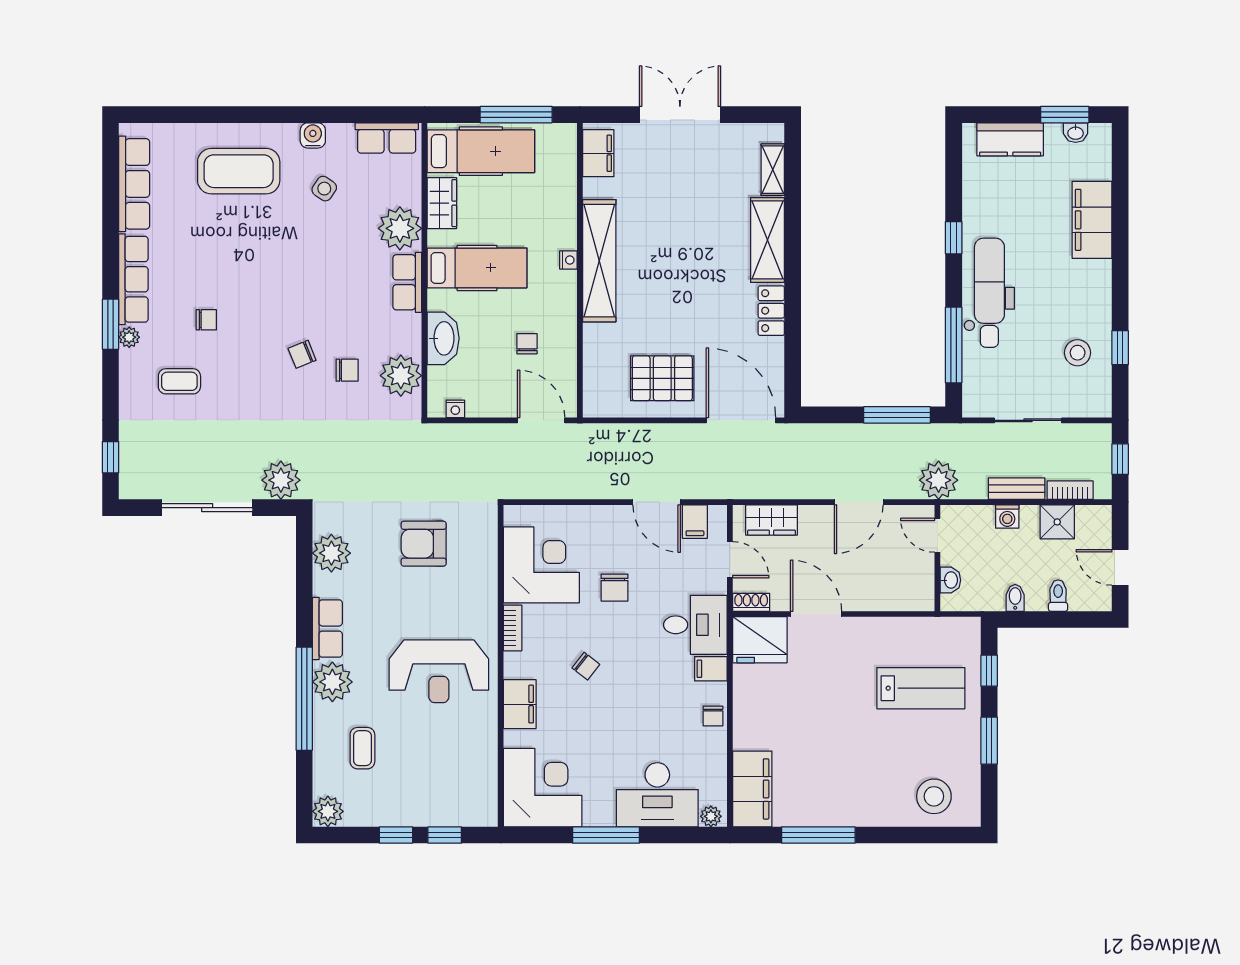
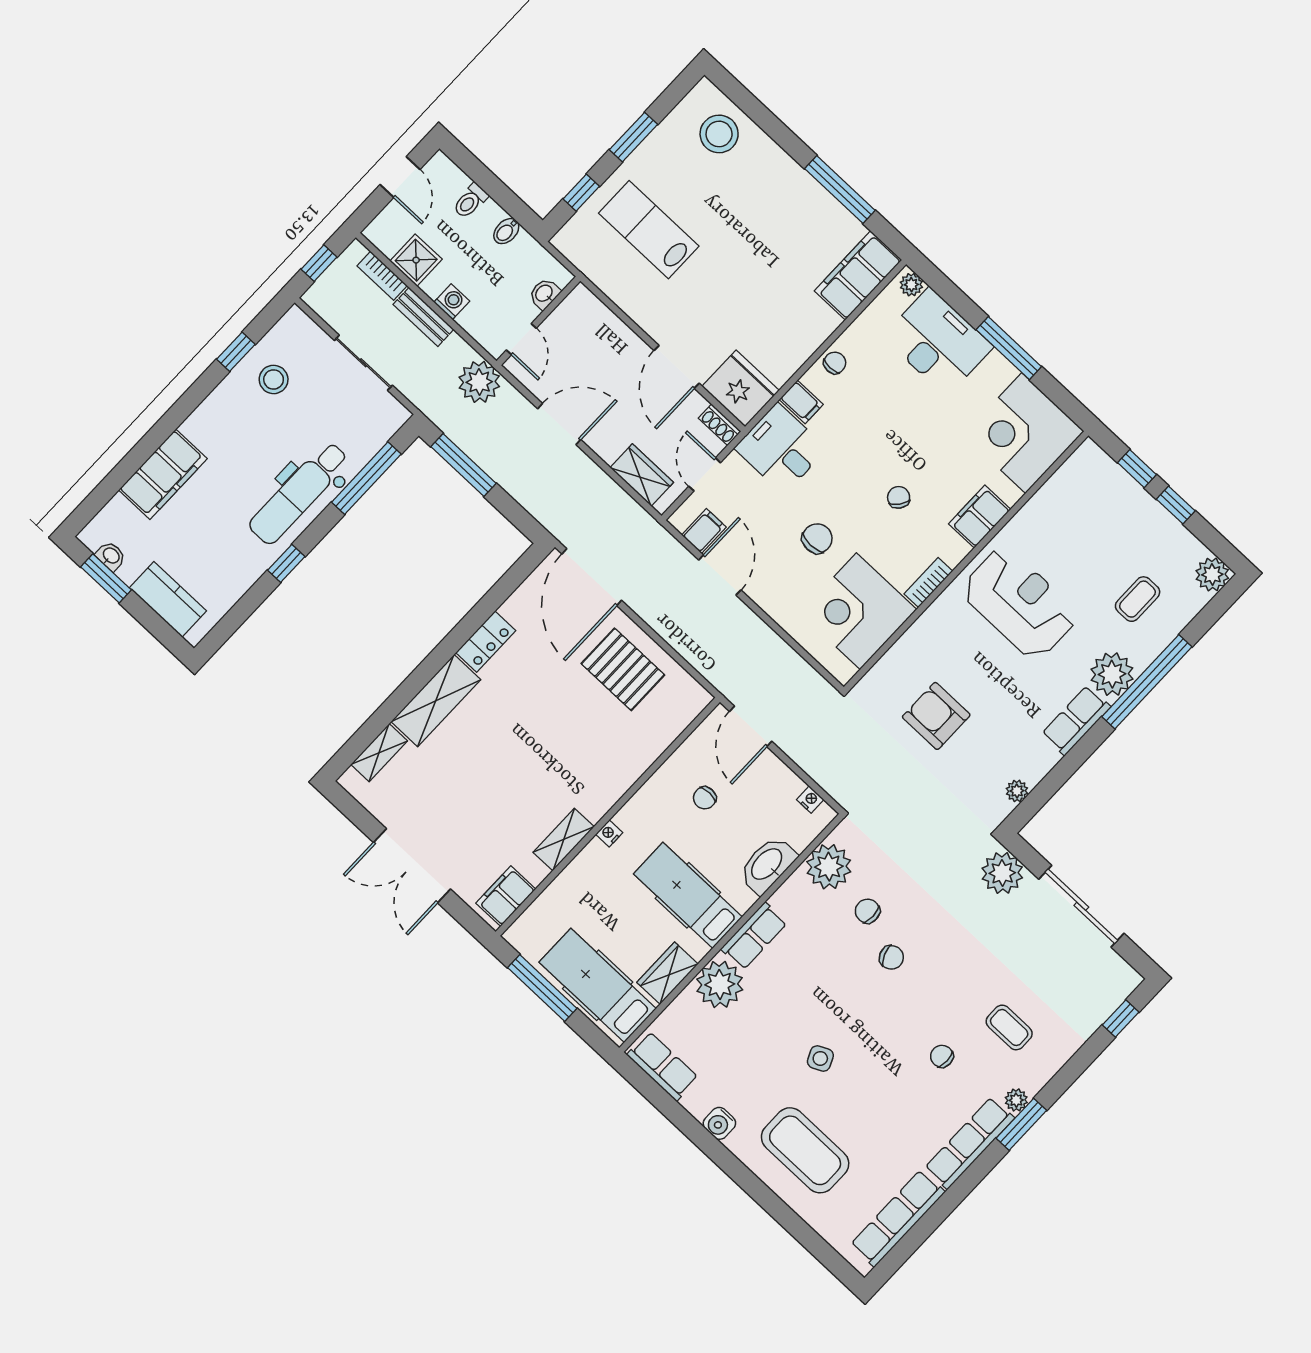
side table: (324, 189) -> (820, 1058), moved, turned 31
shelving: (599, 261) -> (564, 839), width x0.45, depth x0.75
armchair: (424, 544) -> (936, 716), turned 180
plant: (331, 553) -> (1017, 791), width x0.53, depth x0.53

